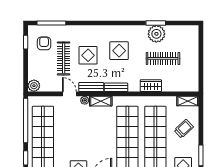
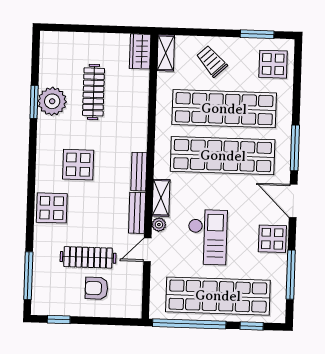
armchair: (44, 43) -> (97, 288), moved
display table: (88, 55) -> (52, 208), moved
plant: (34, 86) -> (132, 308), removed
wardrobe: (151, 86) -> (140, 51), moved
checkout: (78, 130) -> (207, 237), added

